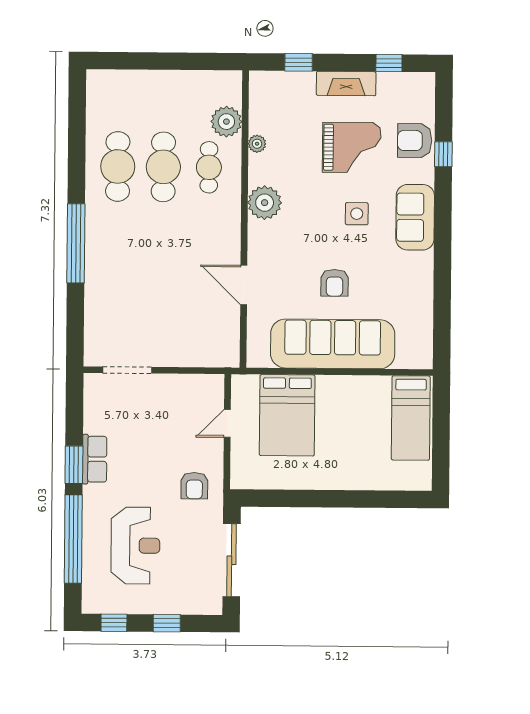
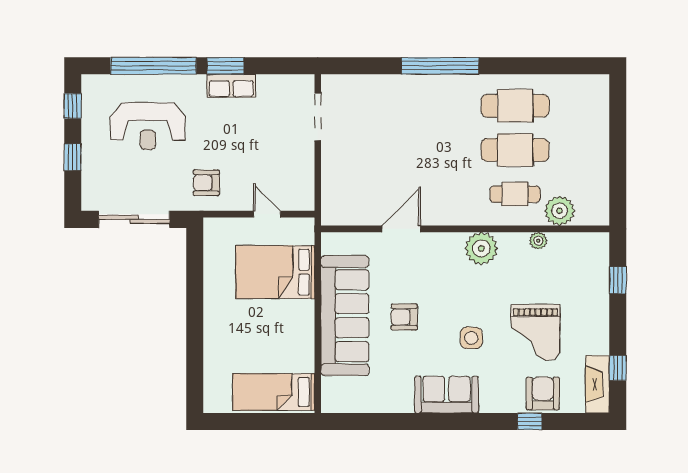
fireplace: (346, 84) -> (597, 384), moved
sofa: (415, 217) -> (447, 395), moved

